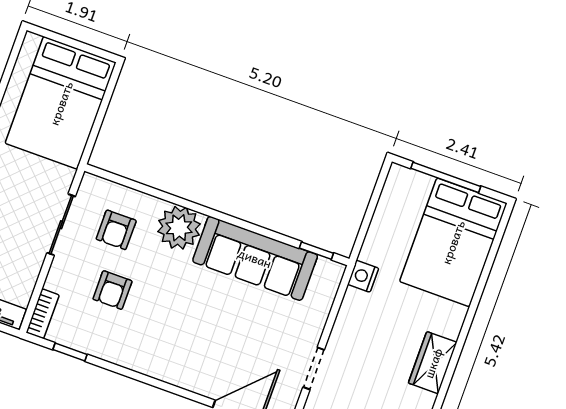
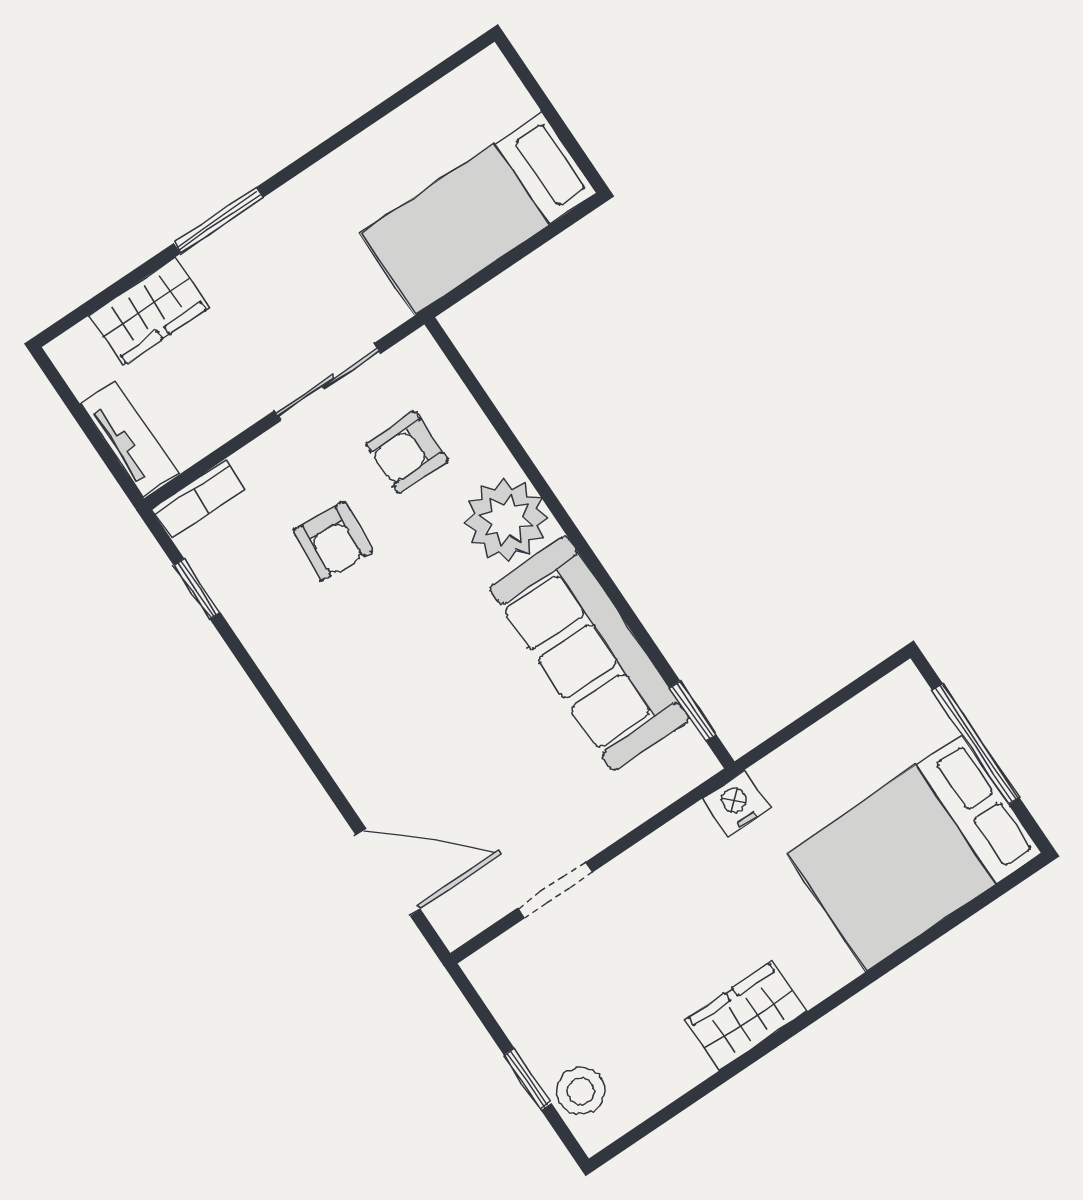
bed: (61, 103) -> (478, 213), width x0.67
armchair: (112, 290) -> (333, 541), turned -86

